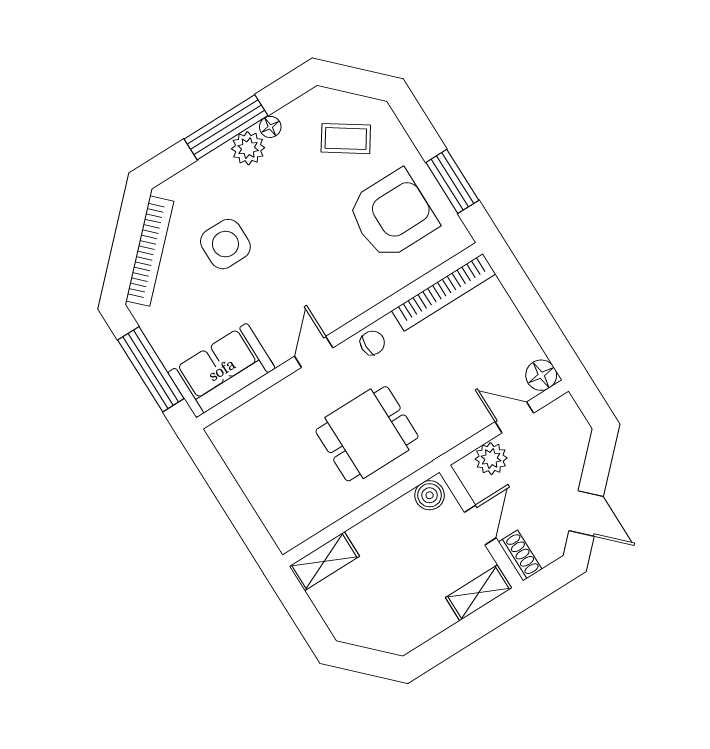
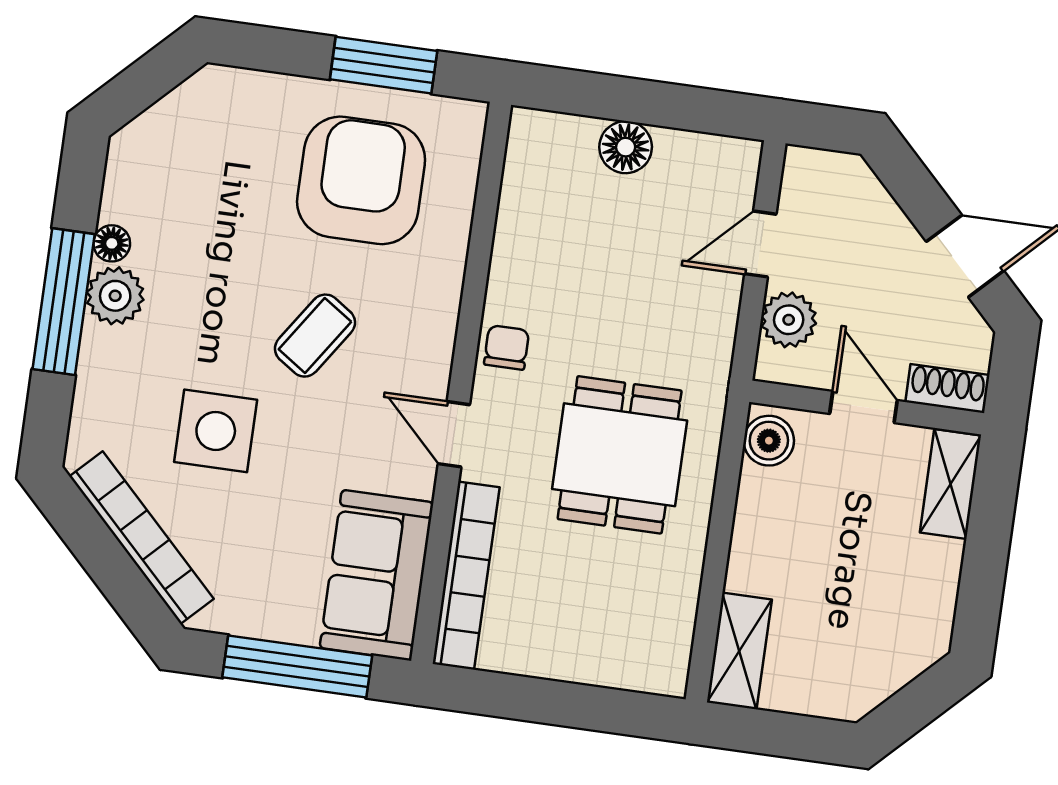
coffee table: (346, 139) -> (315, 336), moved
bookcase: (444, 292) -> (466, 576), moved
floor lamp: (541, 375) -> (626, 147), moved

